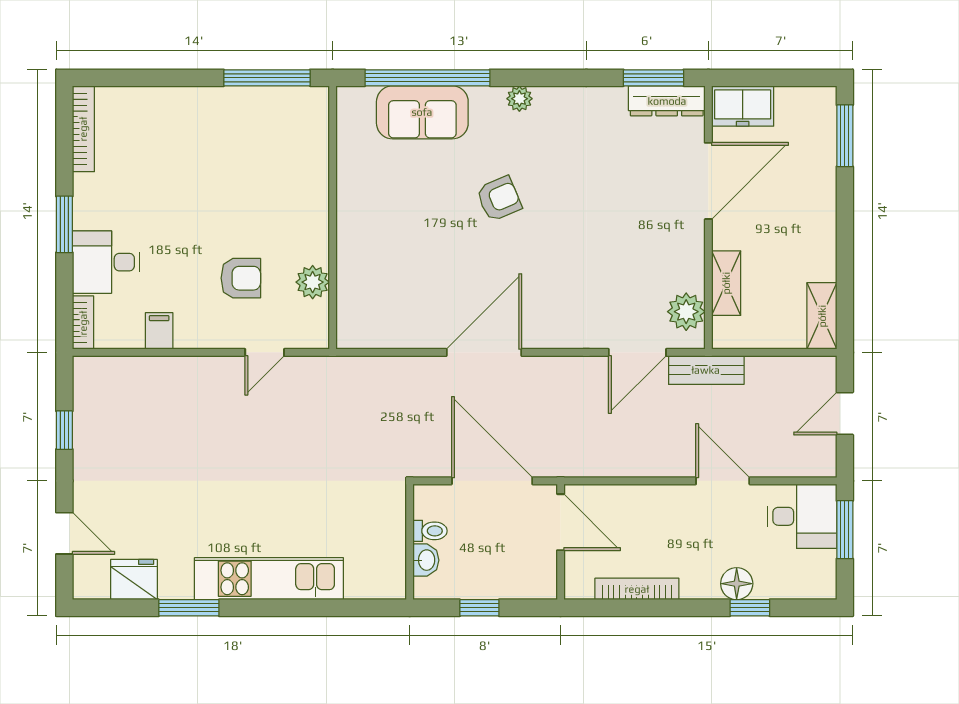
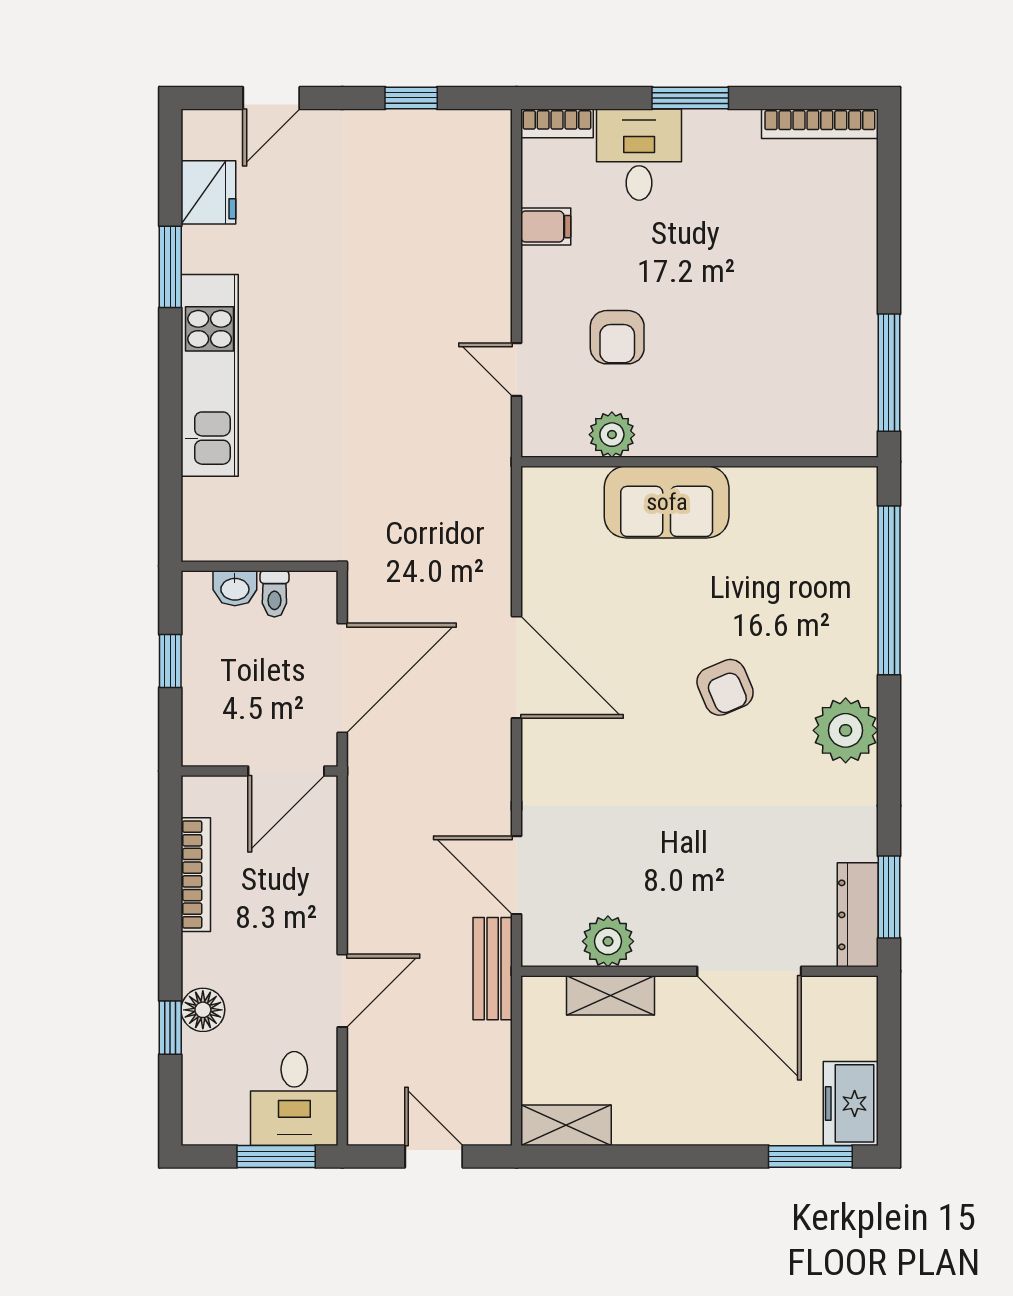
plant: (519, 99) -> (846, 730), width x1.88, depth x1.88
freezer: (743, 106) -> (851, 1103), moved
sofa: (422, 112) -> (667, 502), moved, turned -90
plant: (686, 312) -> (608, 941), moved

